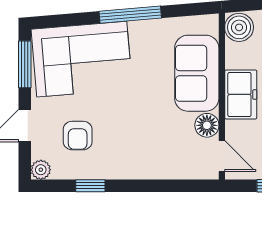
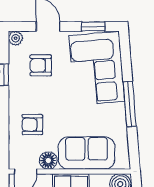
window: (25, 64) -> (93, 26), width x0.67
armchair: (158, 147) -> (32, 125), added

